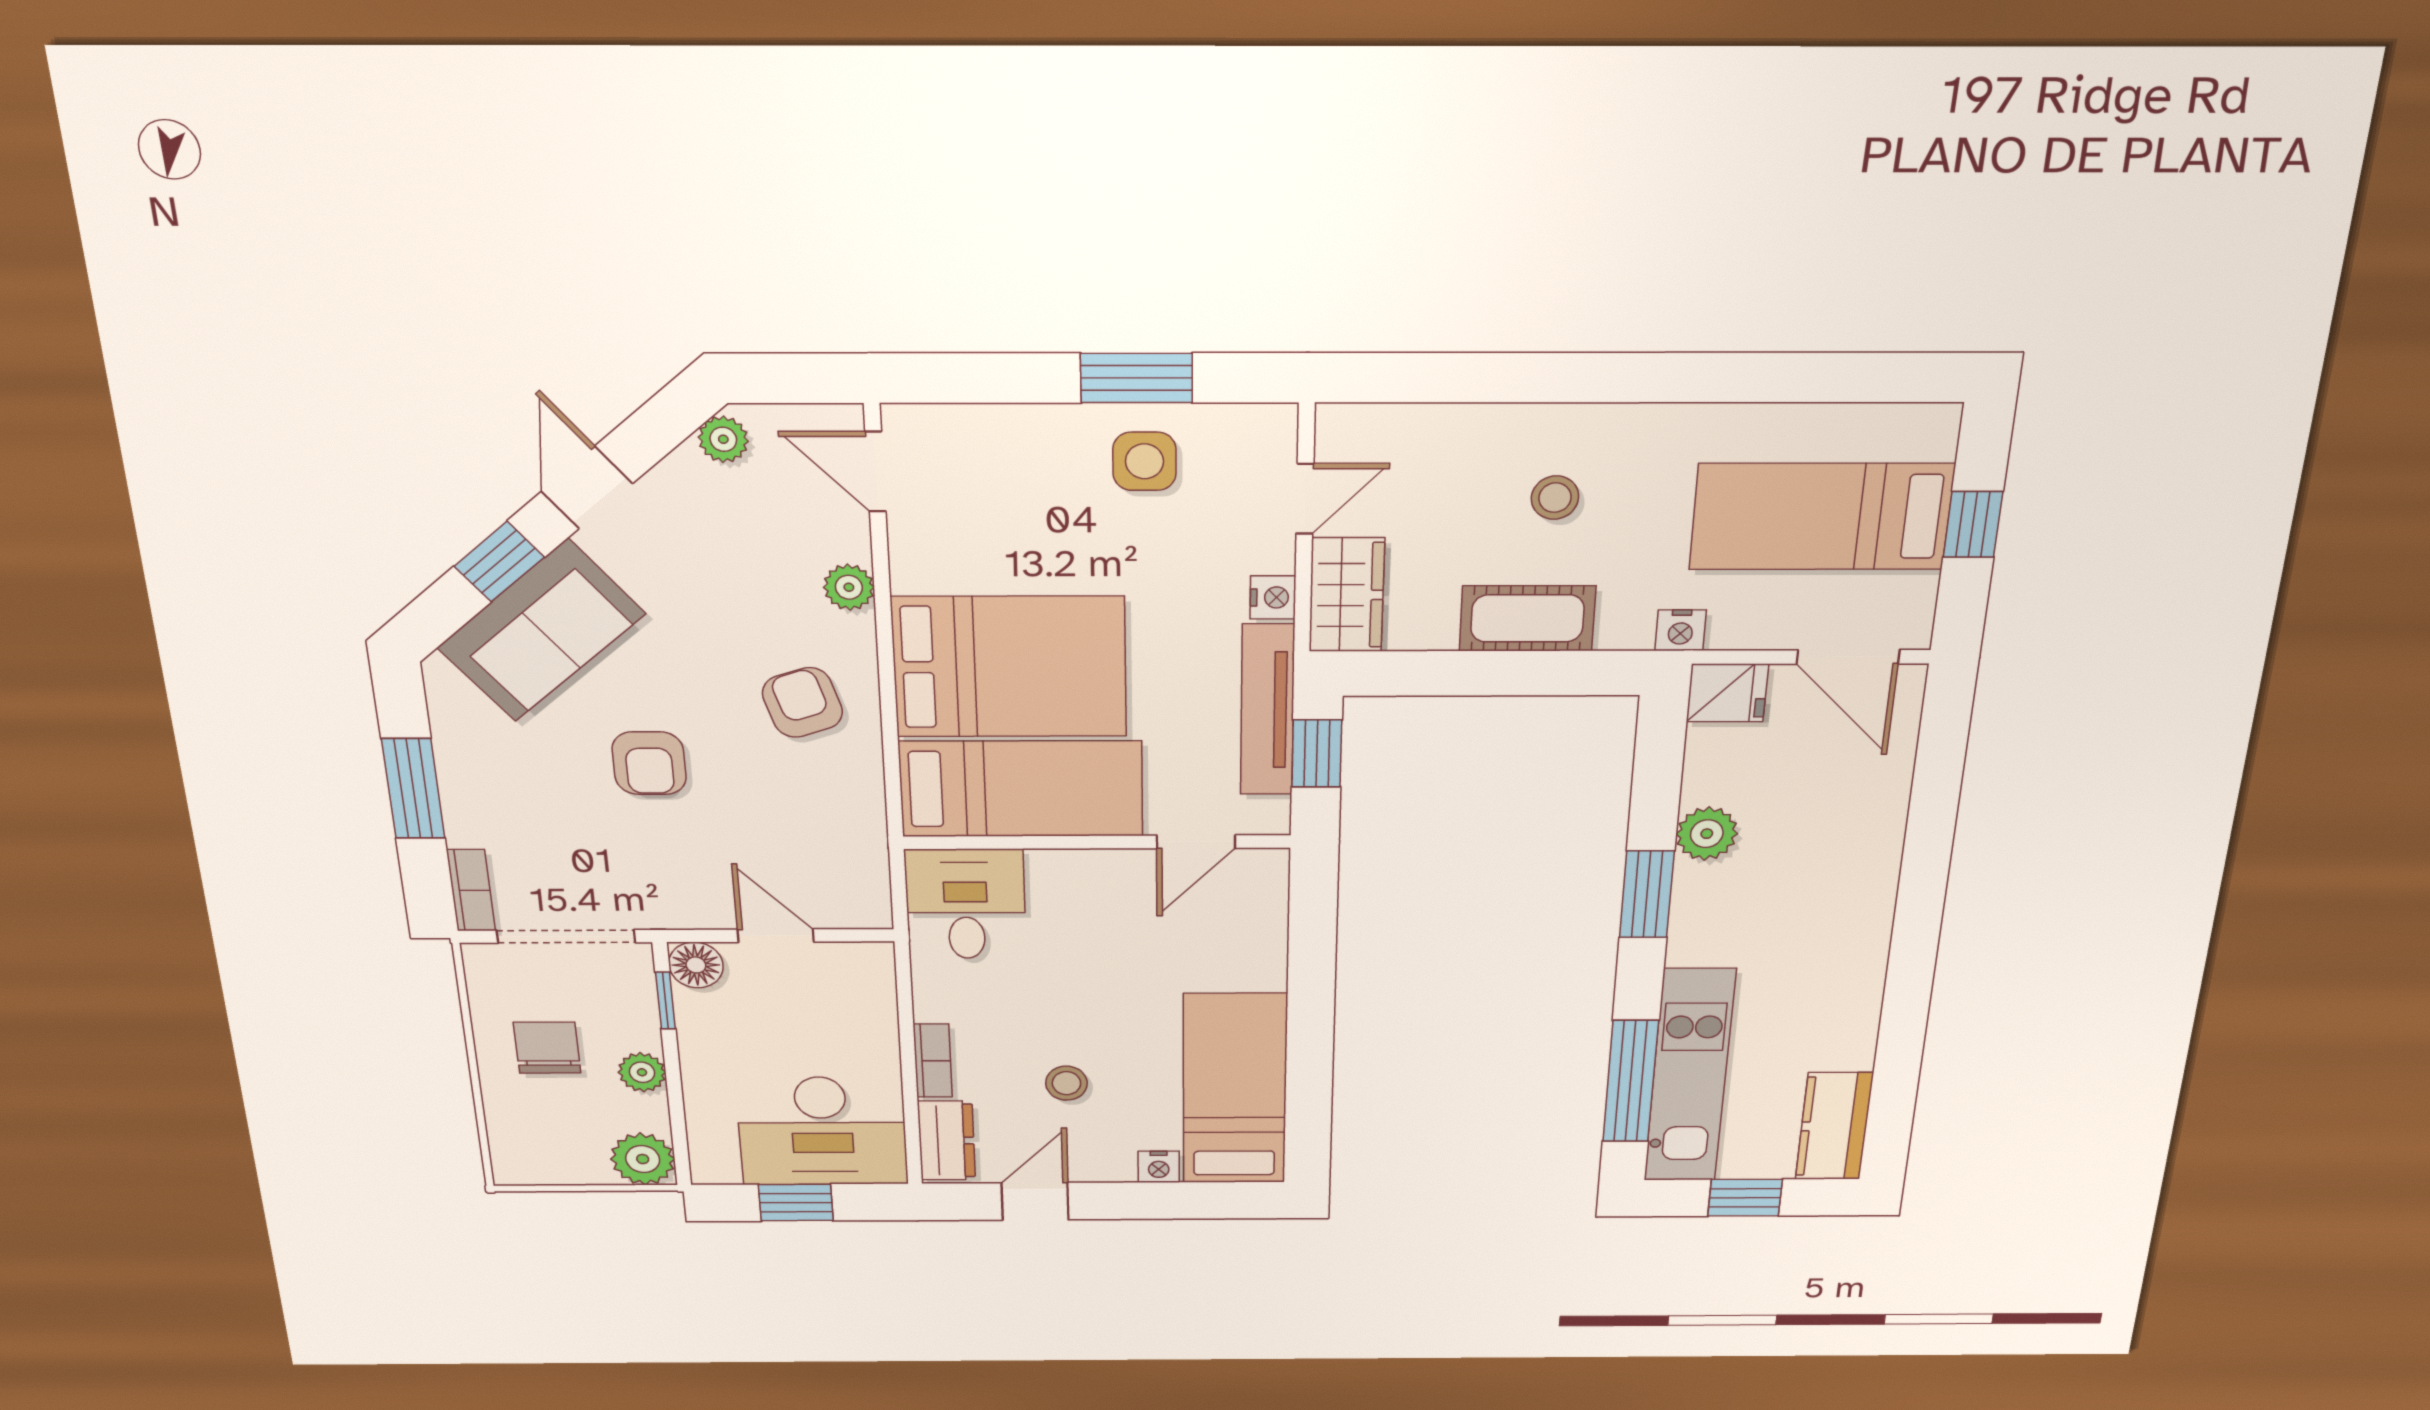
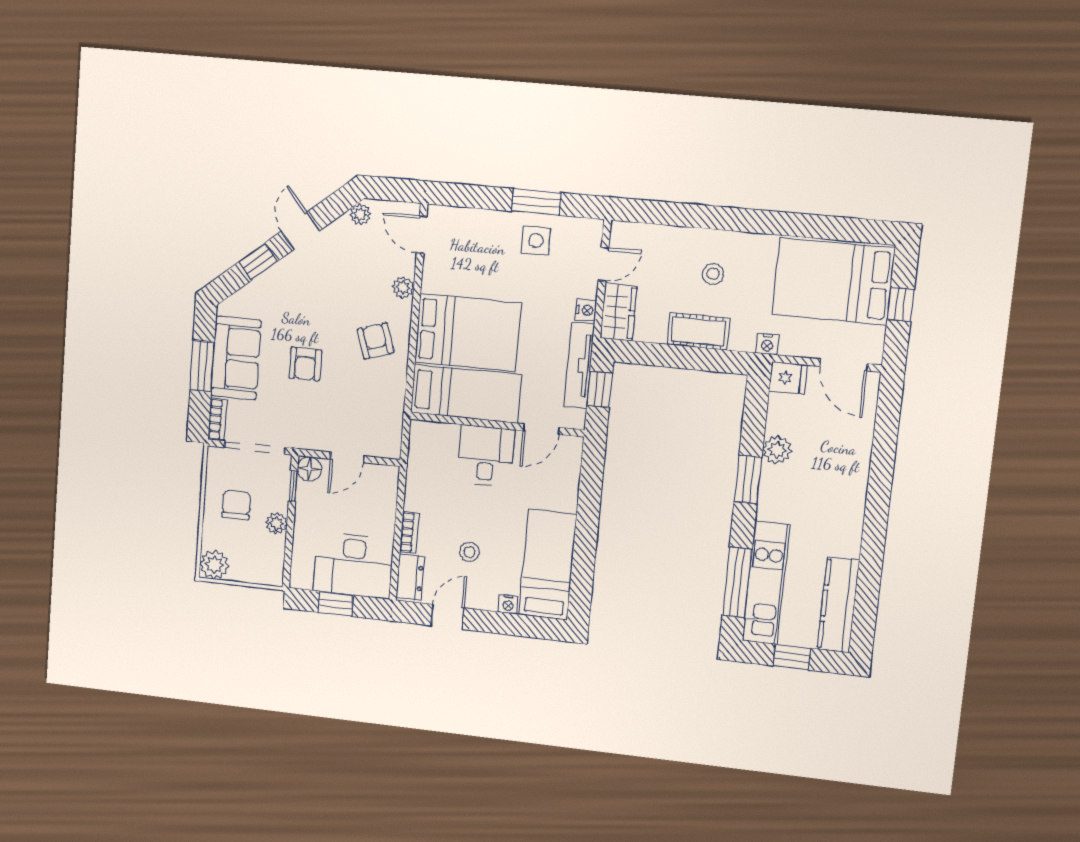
bed: (1821, 517) -> (833, 281), width x1.50
sofa: (541, 631) -> (236, 358), moved, turned -50
desk: (966, 904) -> (486, 456), moved
door: (776, 936) -> (347, 457), swing flipped
kitchen counter: (1834, 1126) -> (838, 605), width x1.50
plant: (643, 1159) -> (214, 565), moved

